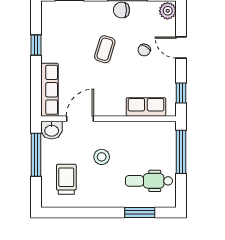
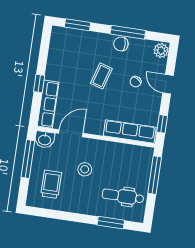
window: (36, 45) -> (39, 83), moved
row of seats: (146, 107) -> (130, 131), width x1.48

